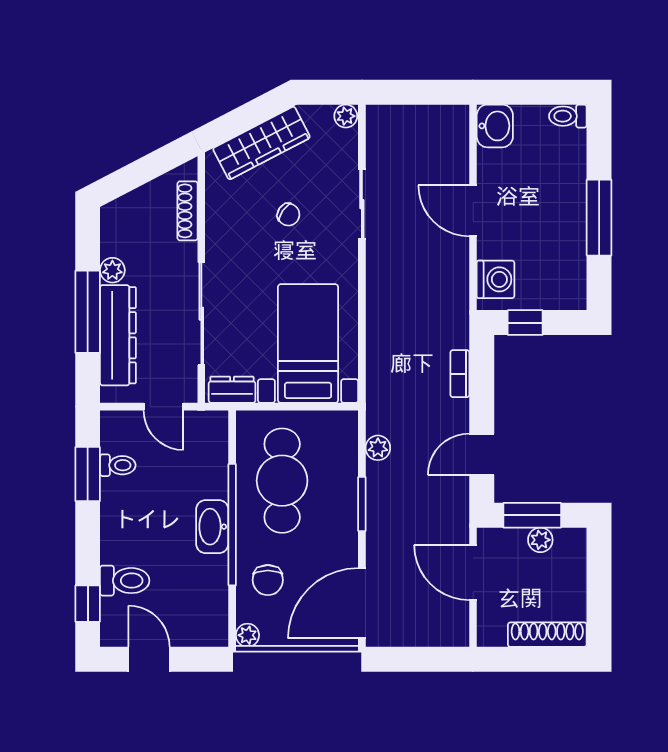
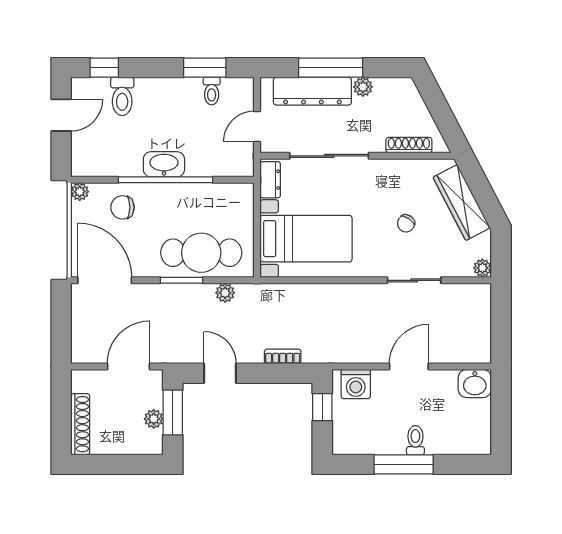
toilet: (568, 116) -> (415, 440), moved
cafe table: (282, 481) -> (201, 253), moved

